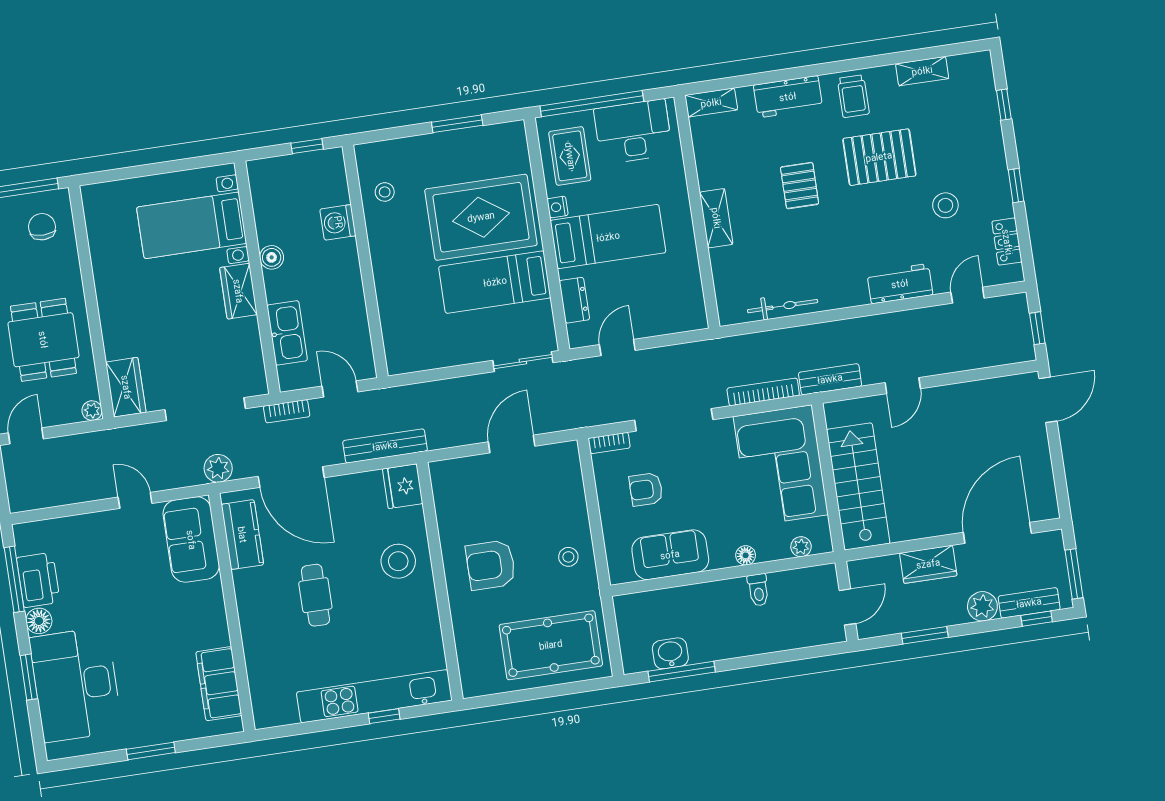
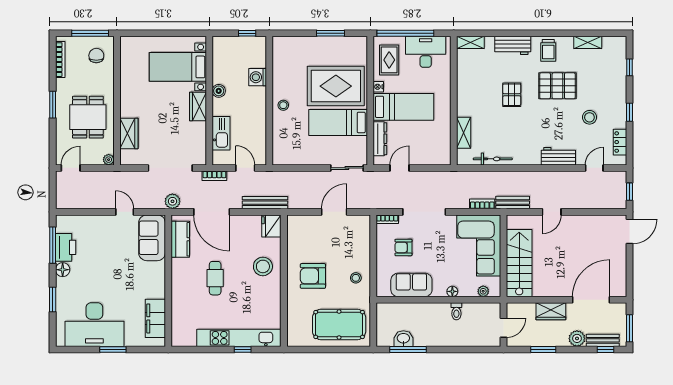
stool: (385, 192) -> (283, 105), moved
shelving: (716, 218) -> (464, 133), moved
dresser: (574, 300) -> (380, 139), width x1.44
wardrobe: (126, 387) -> (129, 133), moved
bookcase: (763, 392) -> (482, 204), width x0.64
desk: (76, 685) -> (94, 325), moved, turned -90

